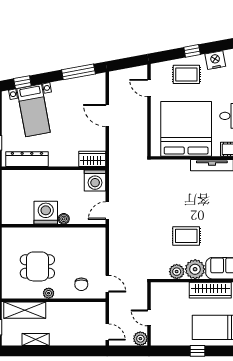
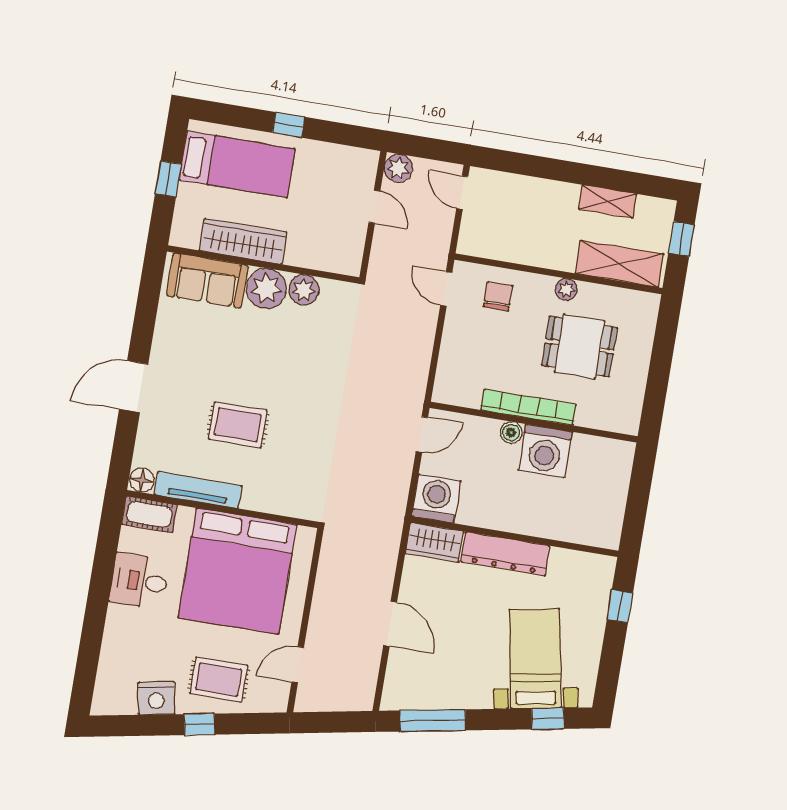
door: (149, 88) -> (298, 665), swing flipped
dresser: (27, 159) -> (505, 554), moved
bookcase: (57, 233) -> (528, 407), added
rug: (186, 236) -> (238, 425), moved

